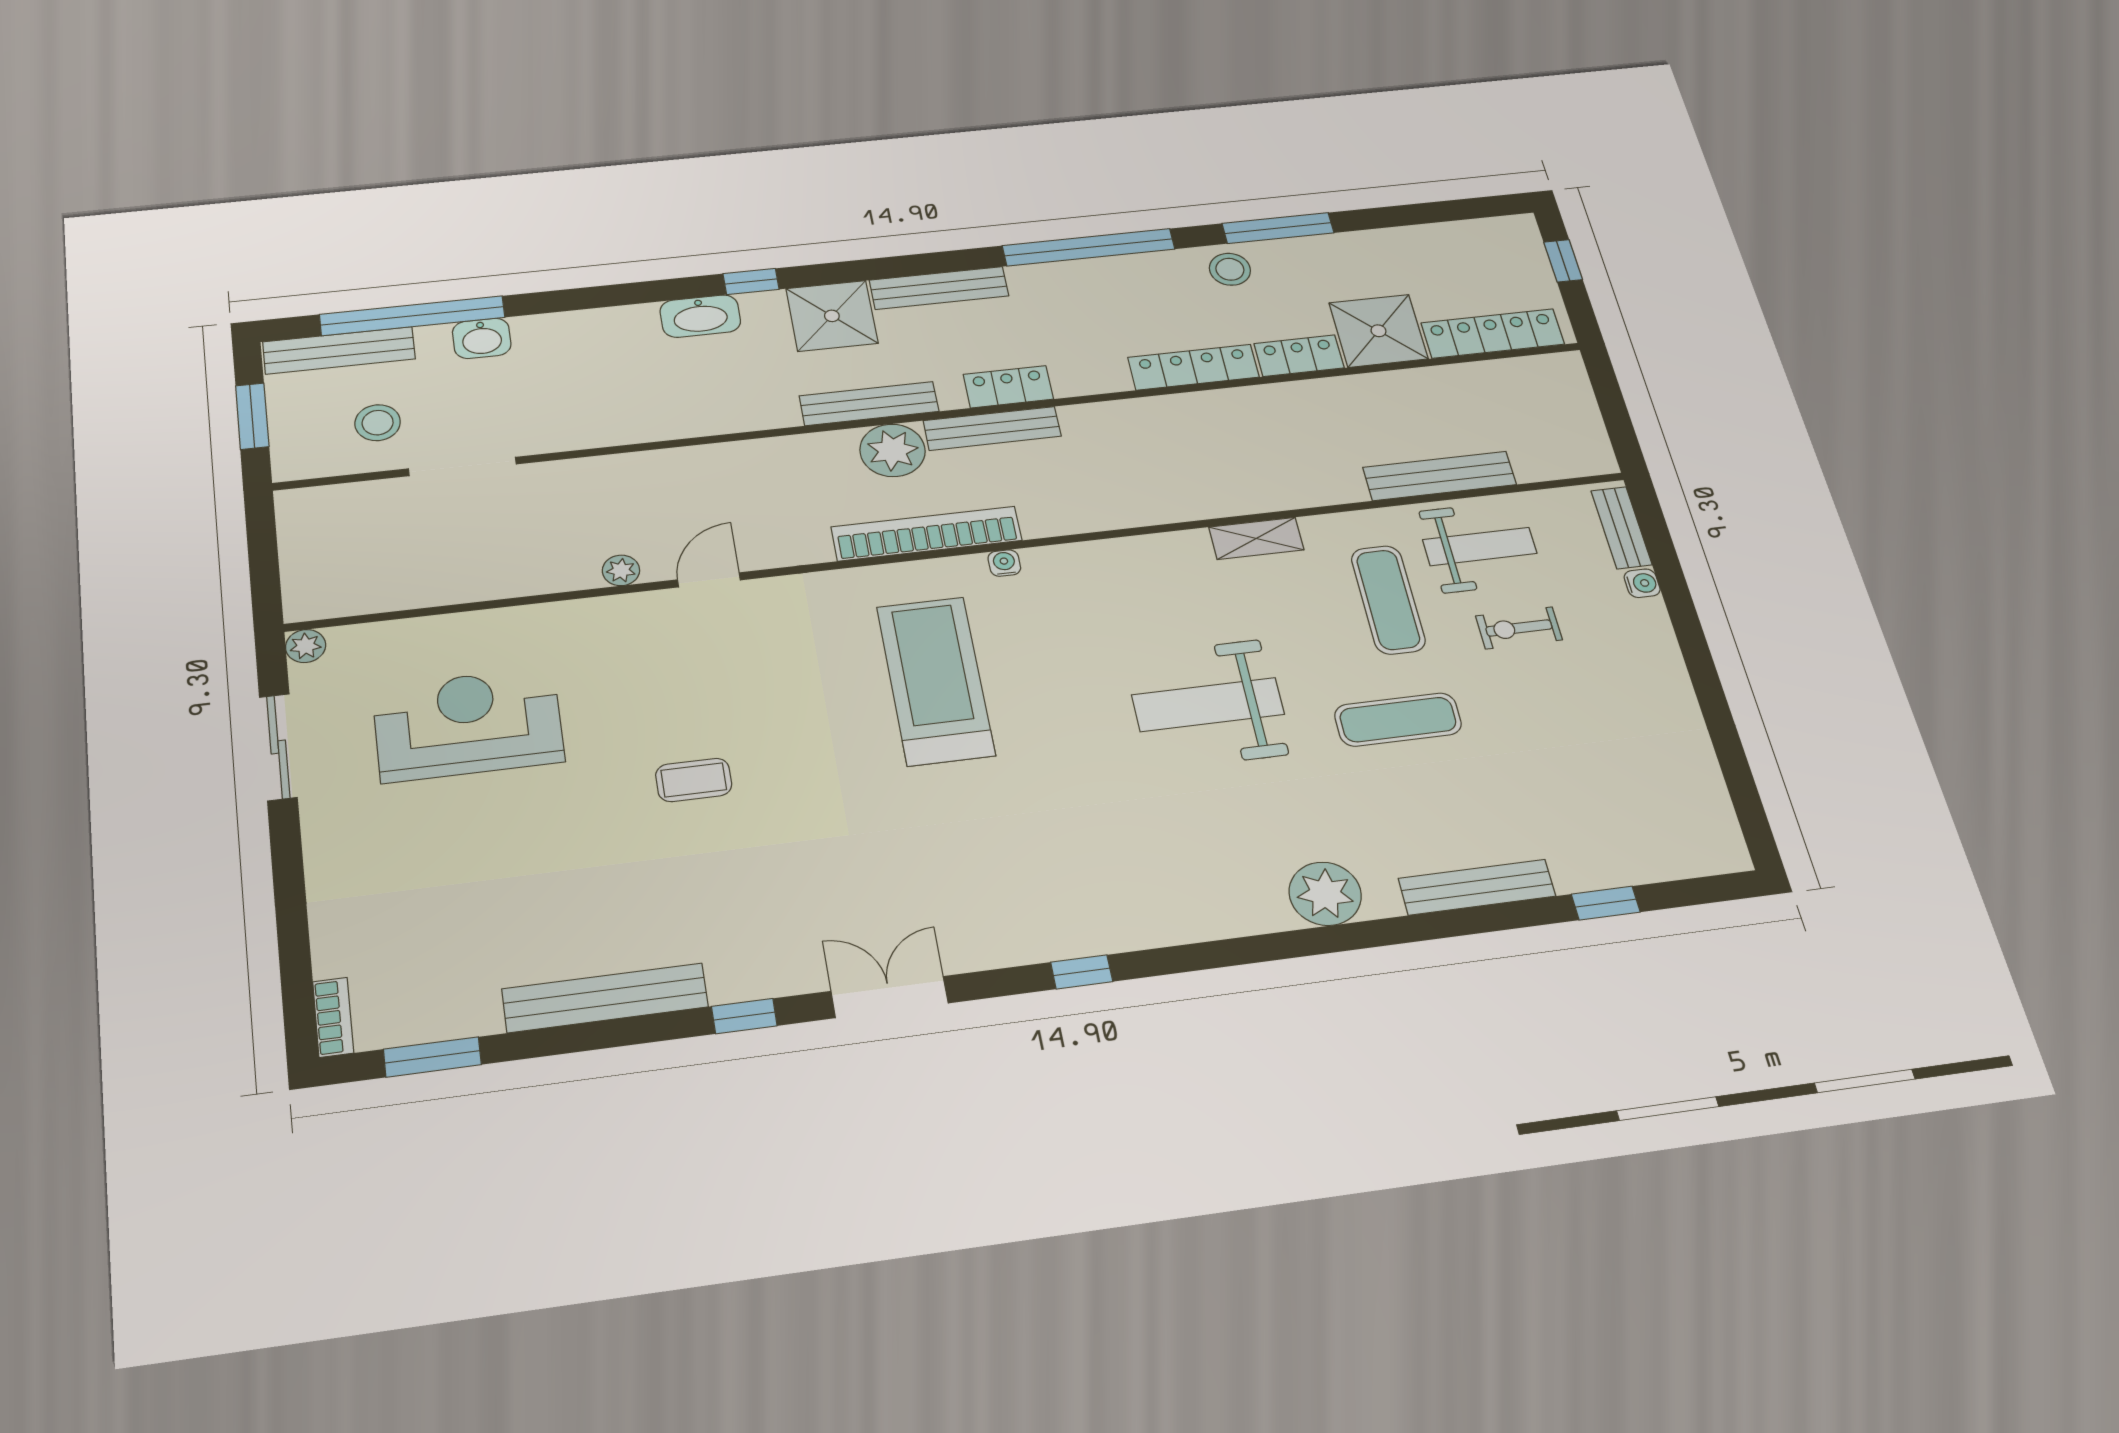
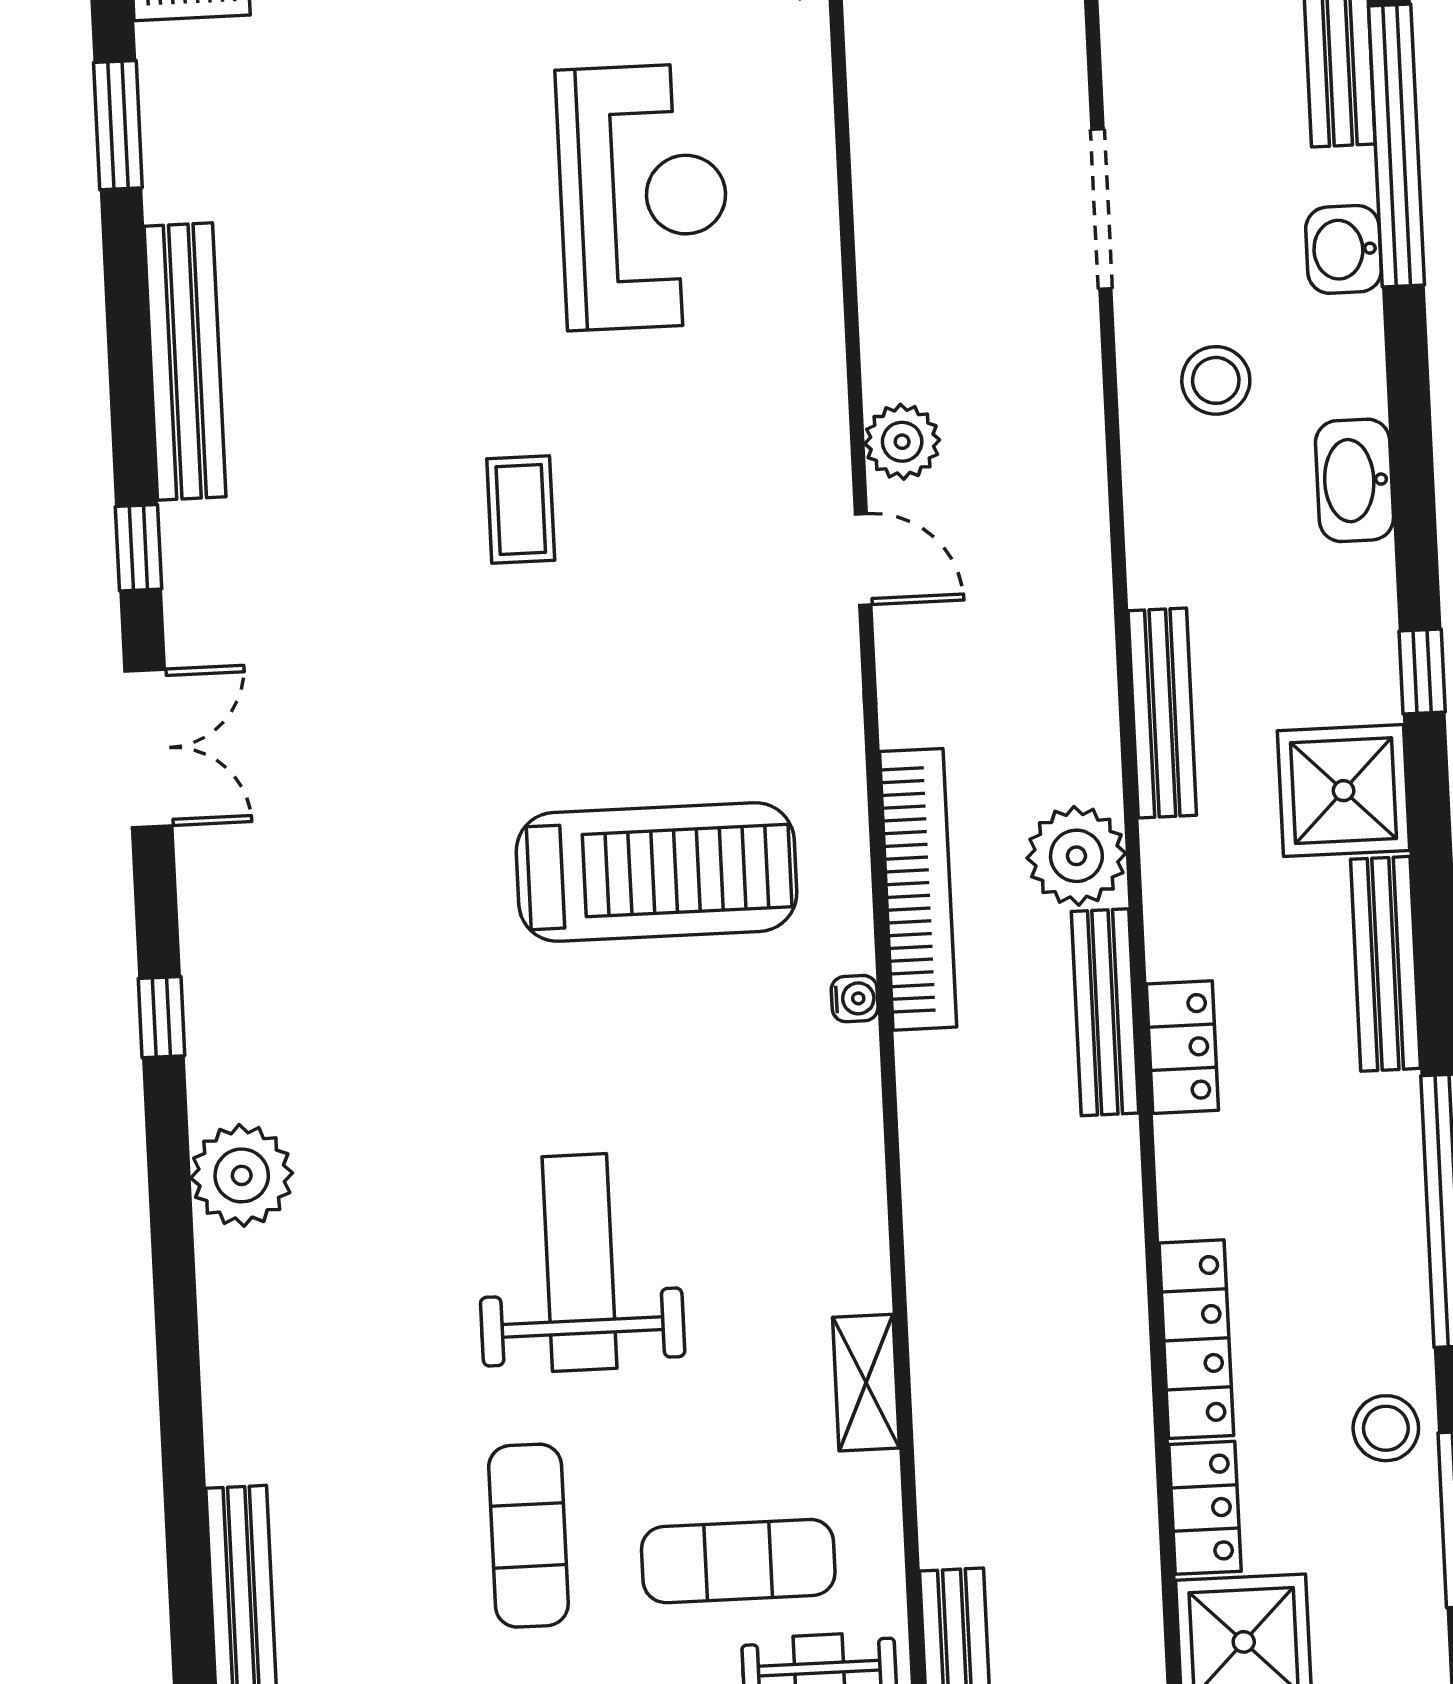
washbasin: (700, 316) -> (1354, 480), moved
bench: (869, 404) -> (1162, 713), moved
stool: (378, 423) -> (1216, 380), moved
plant: (621, 570) -> (902, 442), width x1.38, depth x1.38
plant: (1325, 894) -> (242, 1175), moved

